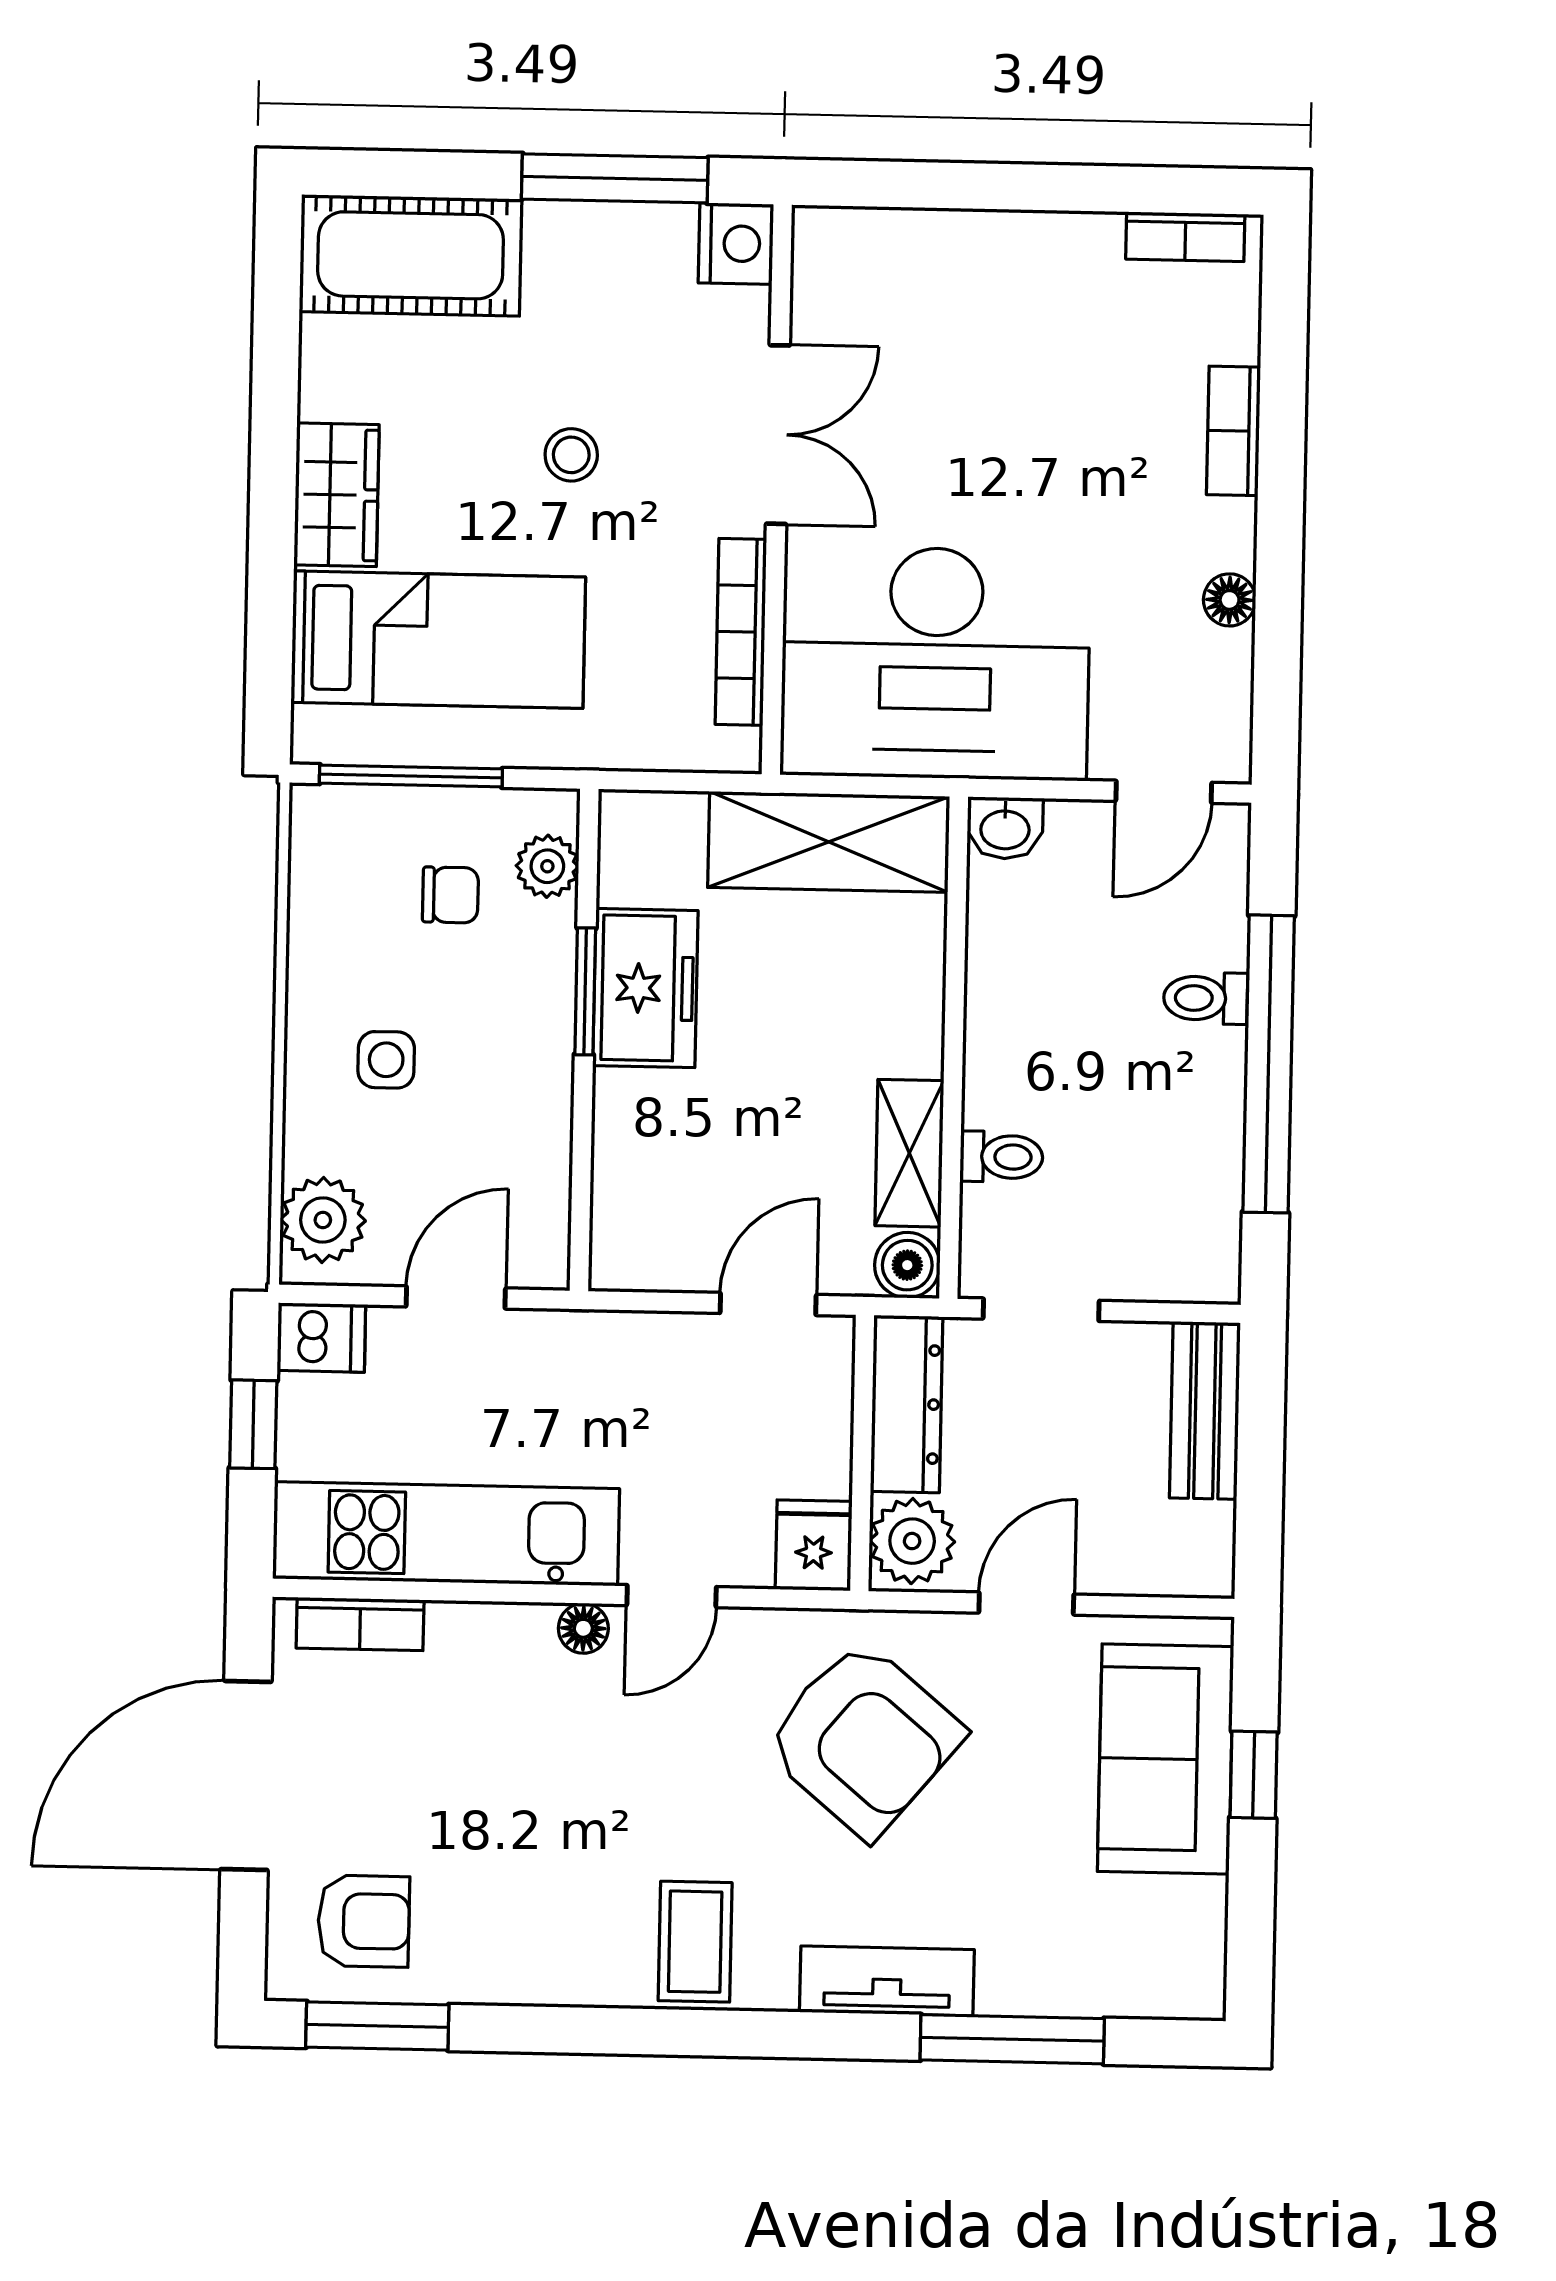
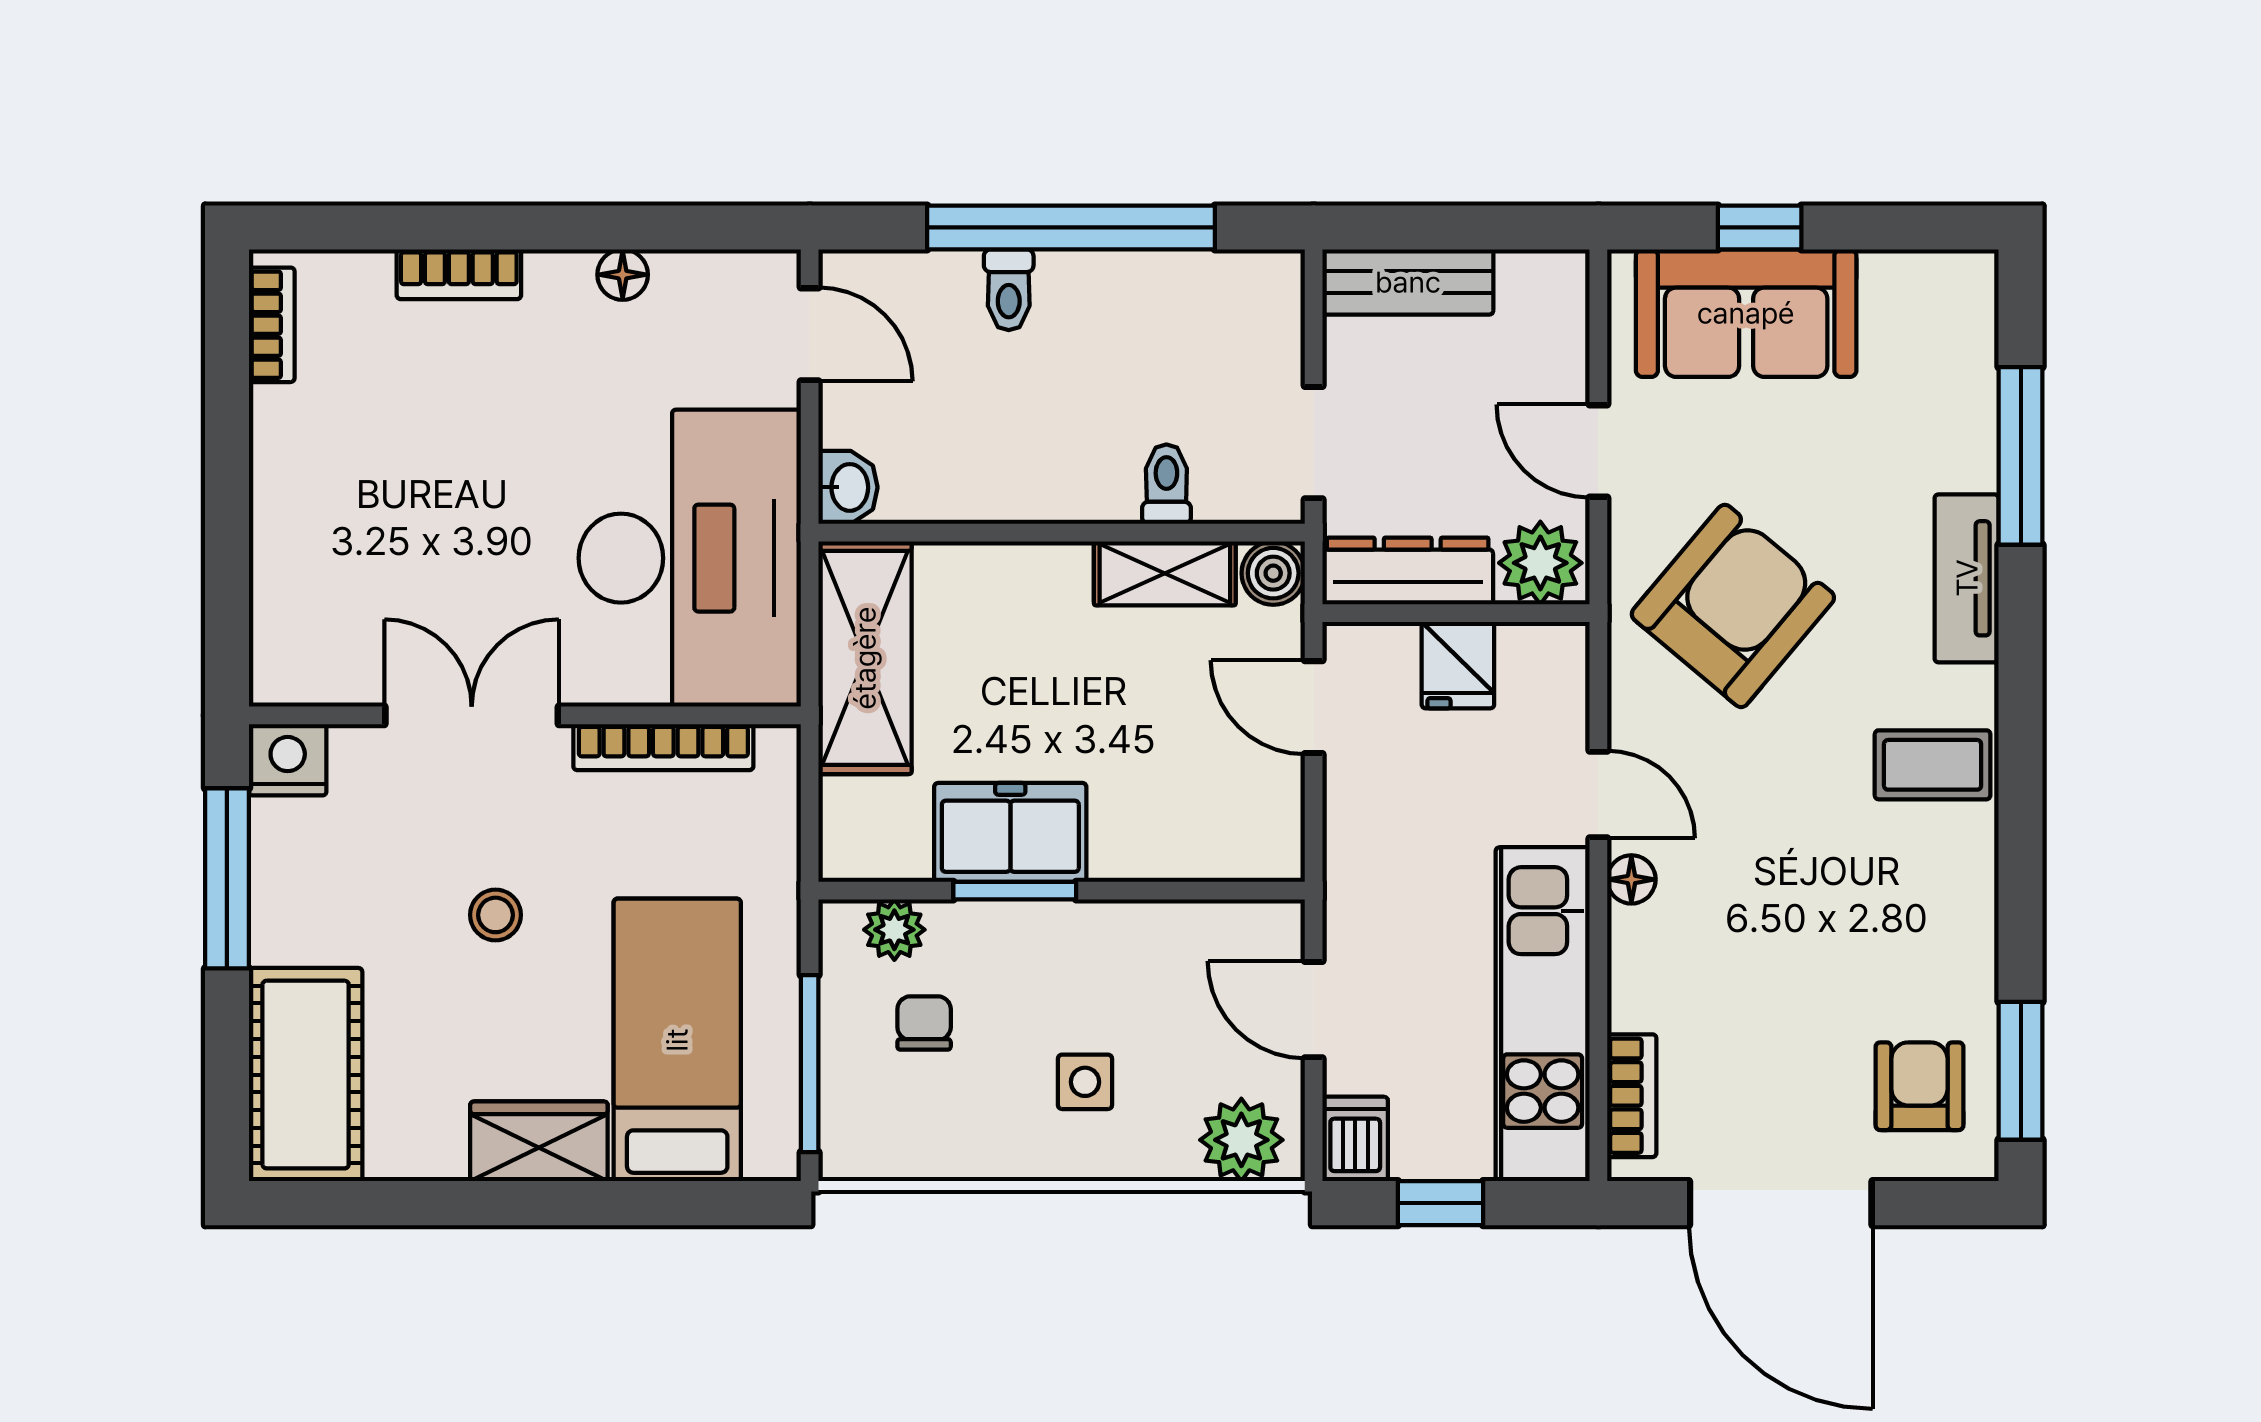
fridge: (814, 1545) -> (1458, 665), moved, turned -90

